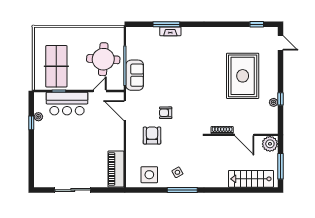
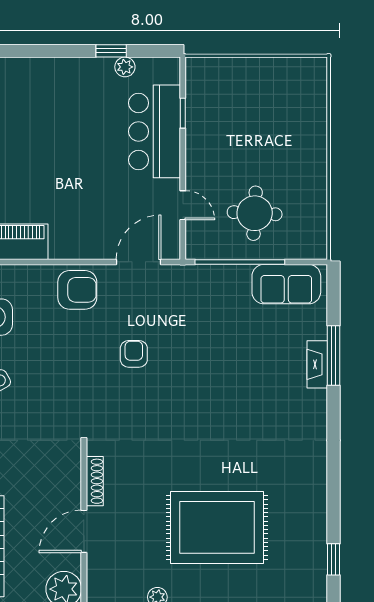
round table: (103, 59) -> (255, 213), width x0.73, depth x0.73
table tennis table: (56, 66) -> (239, 108), removed
sofa: (135, 75) -> (286, 284), moved
armchair: (152, 136) -> (77, 290), moved

